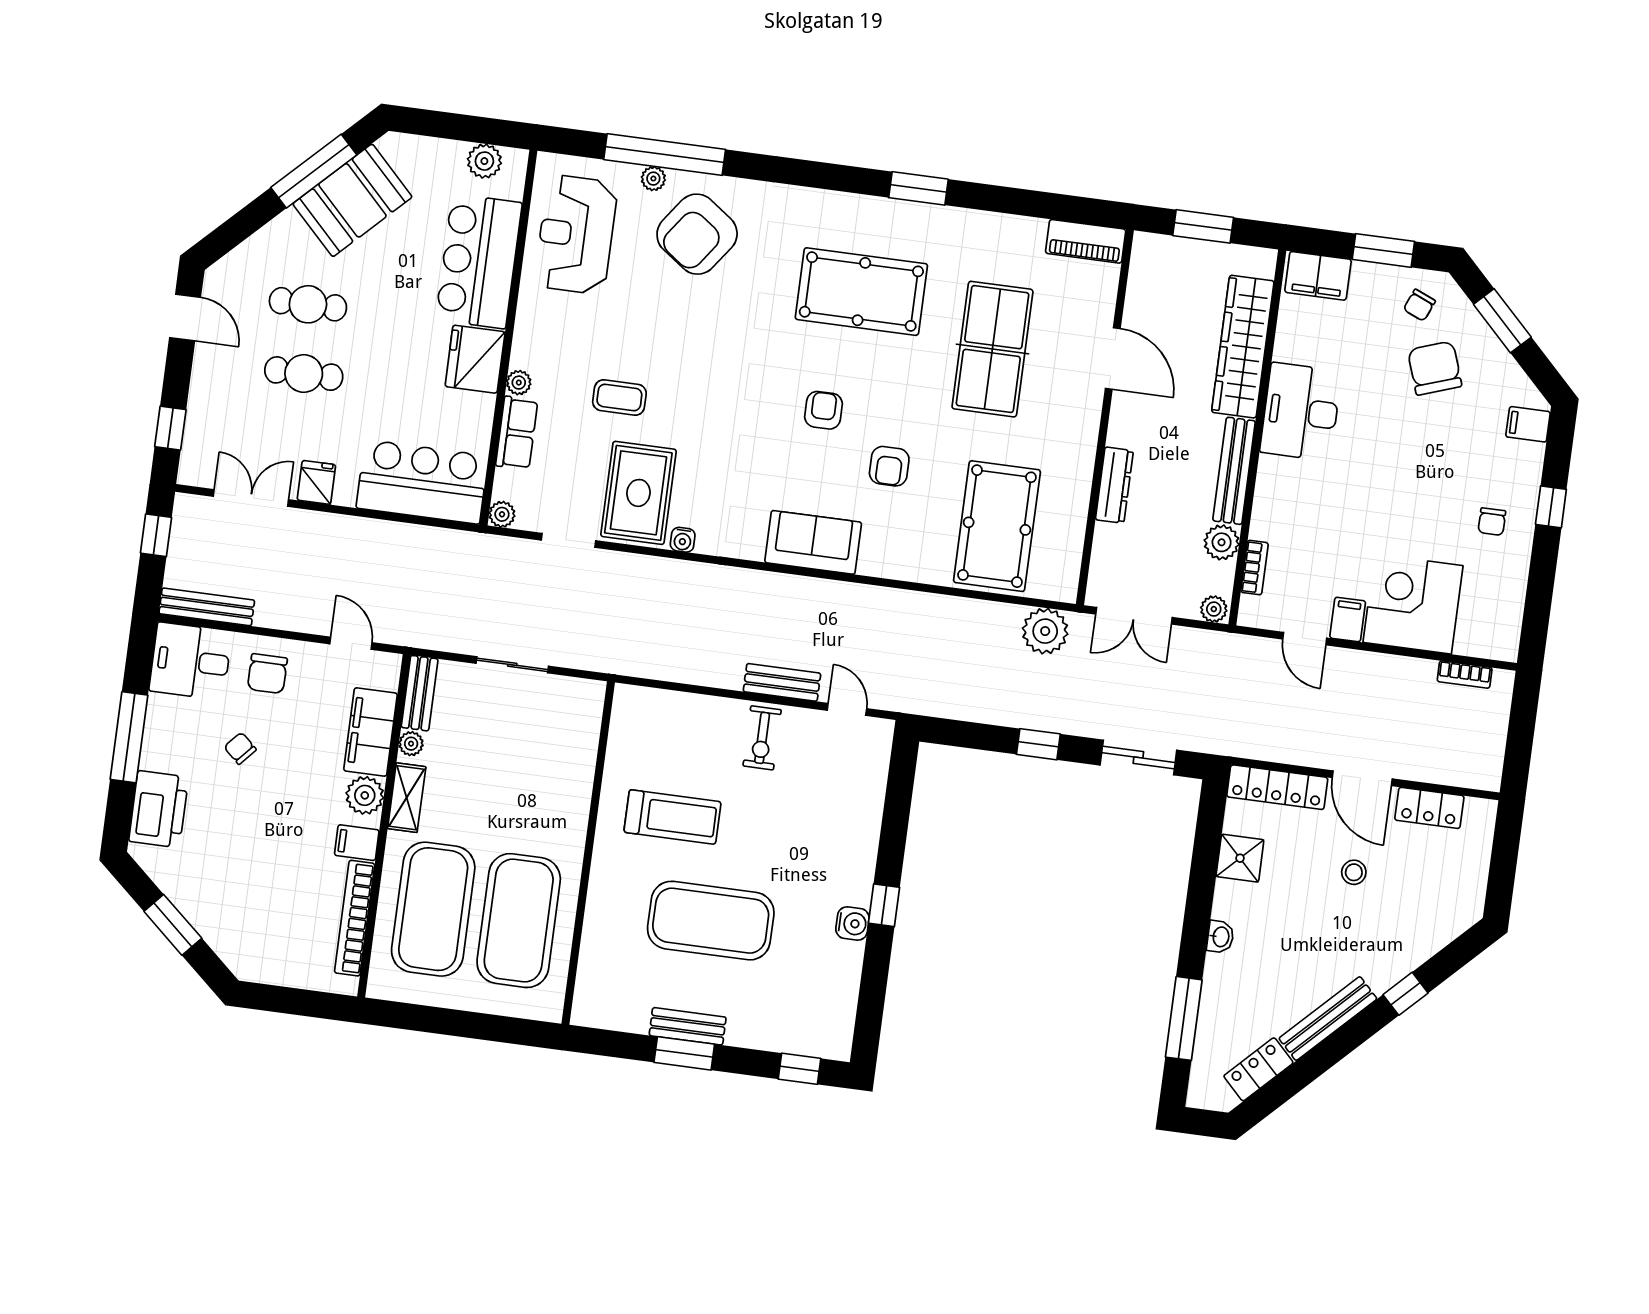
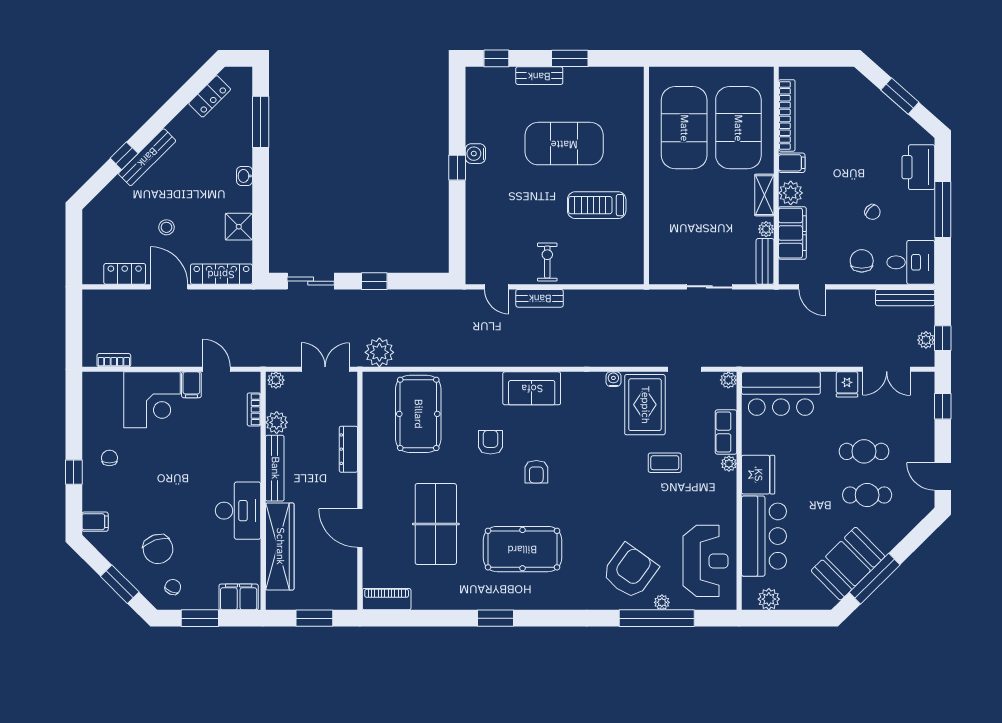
plant: (183, 536) -> (926, 340), added
bench: (1328, 1019) -> (147, 157), moved
bench: (688, 1026) -> (539, 76), moved

